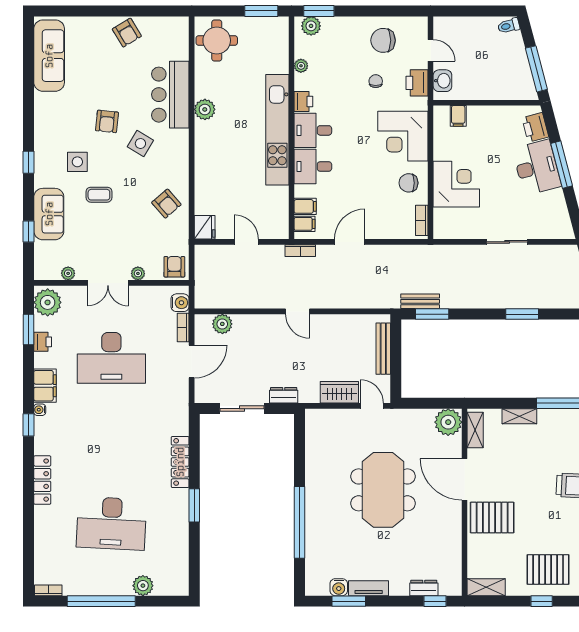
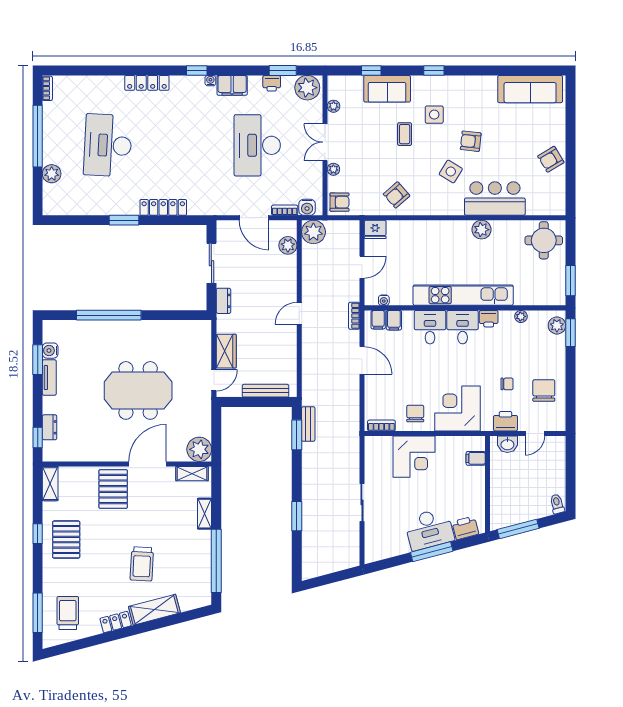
water cooler: (283, 218) -> (384, 300), added
plant: (207, 296) -> (313, 232), added

